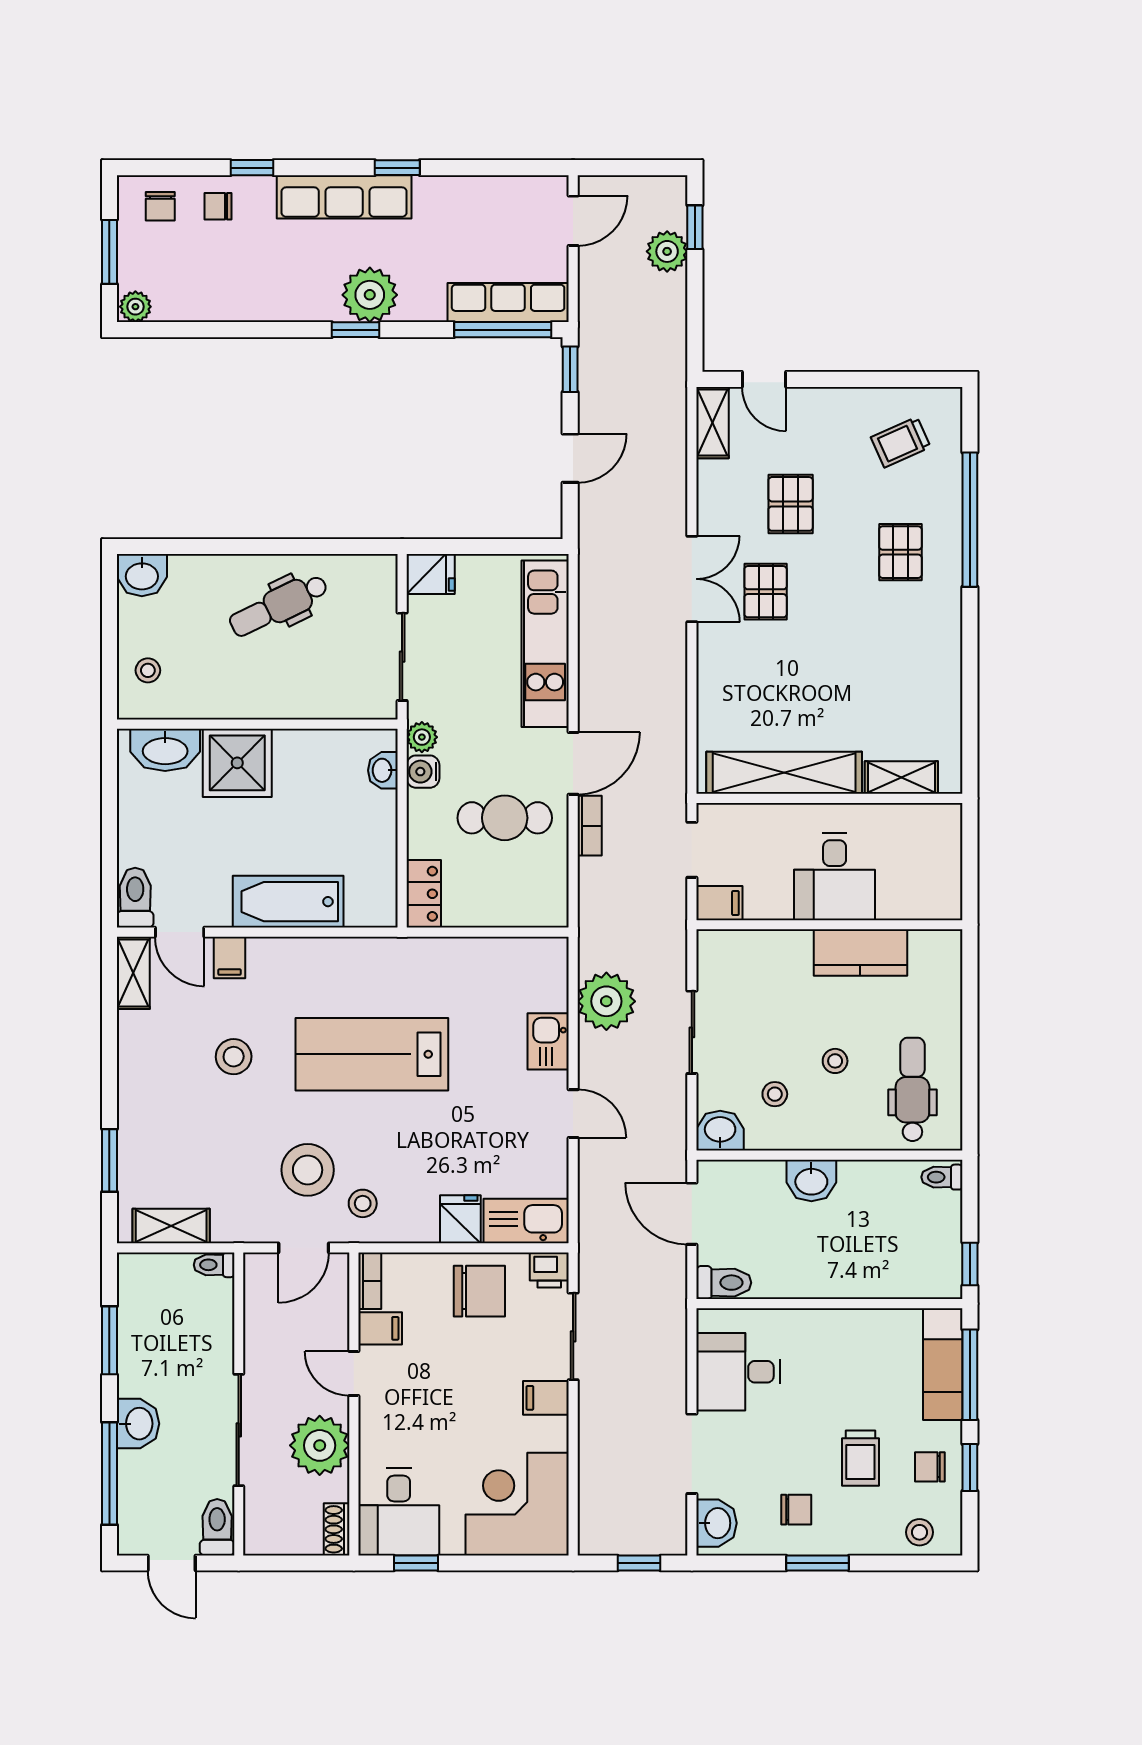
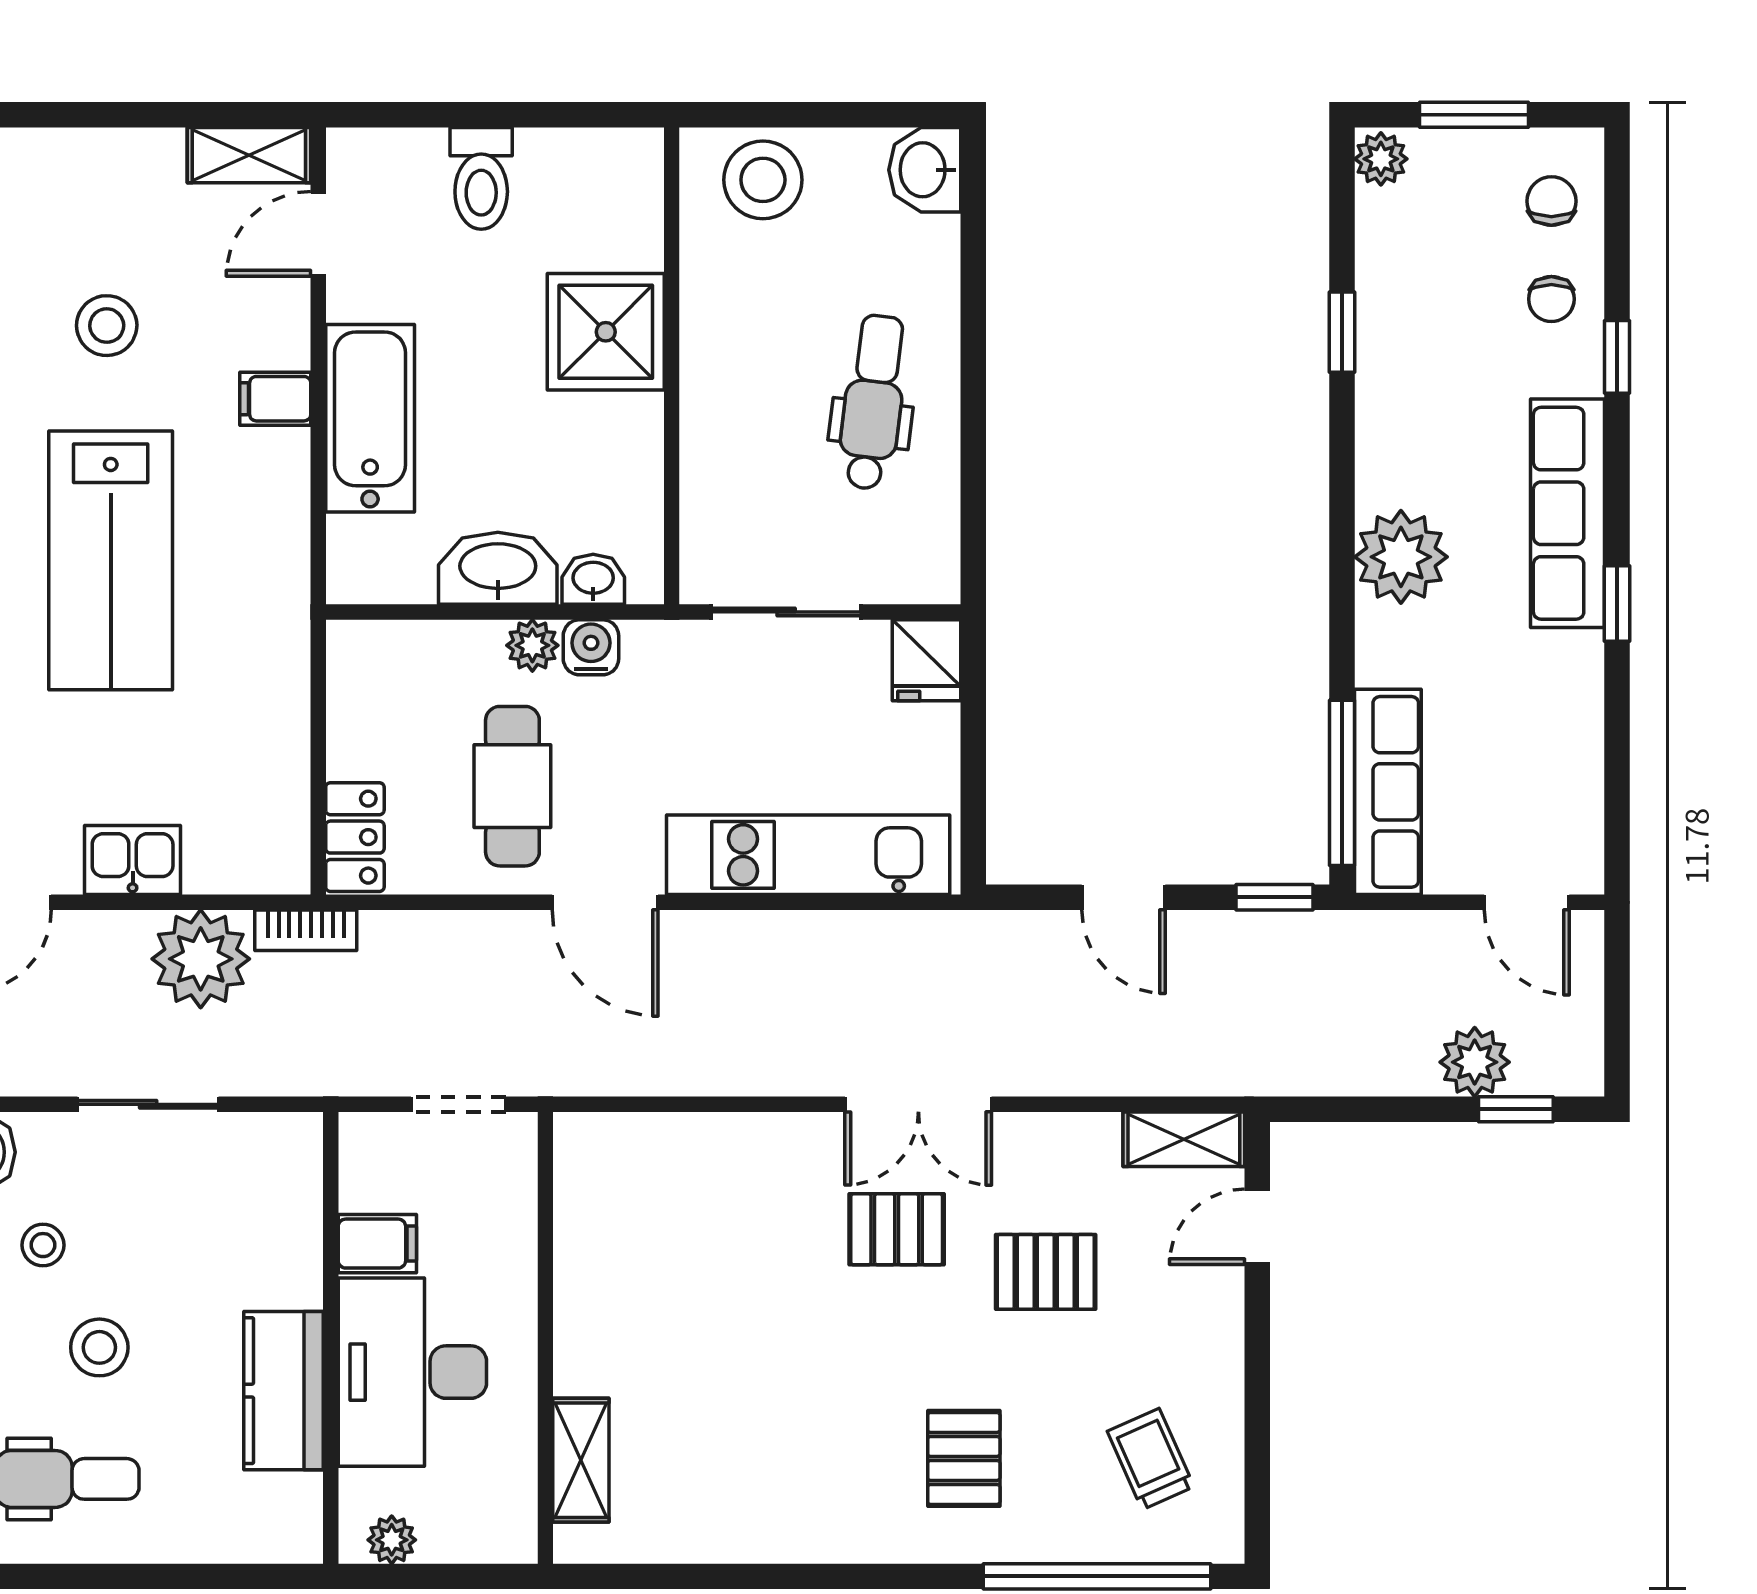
chair: (160, 206) -> (1551, 201), turned 90
chair: (218, 206) -> (1551, 299), turned 180
window: (355, 330) -> (1342, 332), moved
window: (970, 520) -> (1097, 1576), moved
pallet: (900, 552) -> (964, 1458), turned 90
dental chair: (279, 605) -> (873, 402), turned 33
stool: (148, 670) -> (763, 180), width x1.89, depth x1.89
plant: (422, 737) -> (532, 645), moved
washbasin: (165, 750) -> (498, 568), moved, turned 90
shelving: (784, 773) -> (589, 1261), removed
bookcase: (590, 826) -> (306, 930), moved
desk: (835, 877) -> (412, 1372), width x1.37
plant: (948, 889) -> (392, 1540), added
locker: (424, 894) -> (355, 837), moved, turned -90
toilet: (135, 898) -> (481, 178), moved, turned 90
filing cabinet: (719, 903) -> (377, 1244), moved, turned -90
filing cabinet: (229, 957) -> (275, 399), moved
lab bench: (372, 1054) -> (111, 560), turned 180
stool: (835, 1061) -> (99, 1347), width x1.37, depth x1.37

